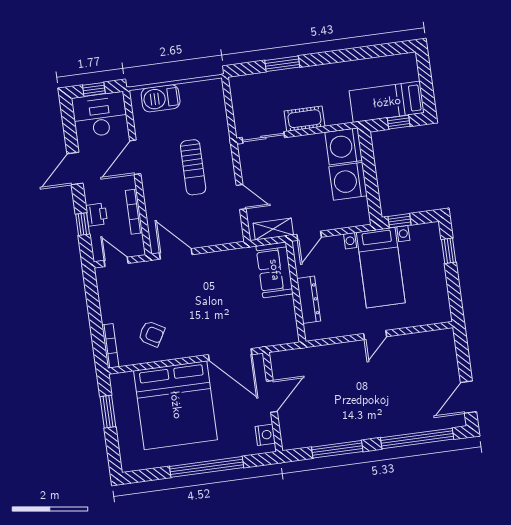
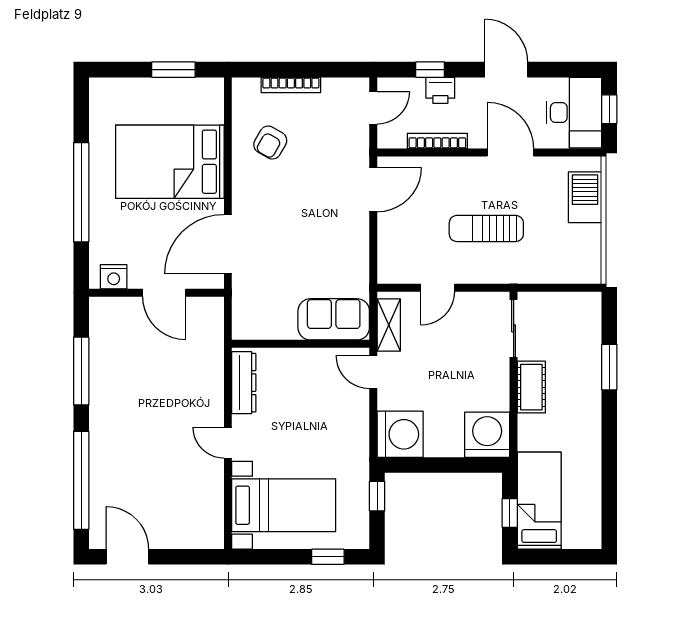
washing machine: (348, 181) -> (400, 434), moved, turned 90
bed with nightstands: (381, 268) -> (284, 505), moved, turned 180
dresser: (309, 300) -> (244, 383), moved, turned -90
bookcase: (110, 346) -> (291, 85), moved
bed: (176, 405) -> (170, 162), width x0.73

